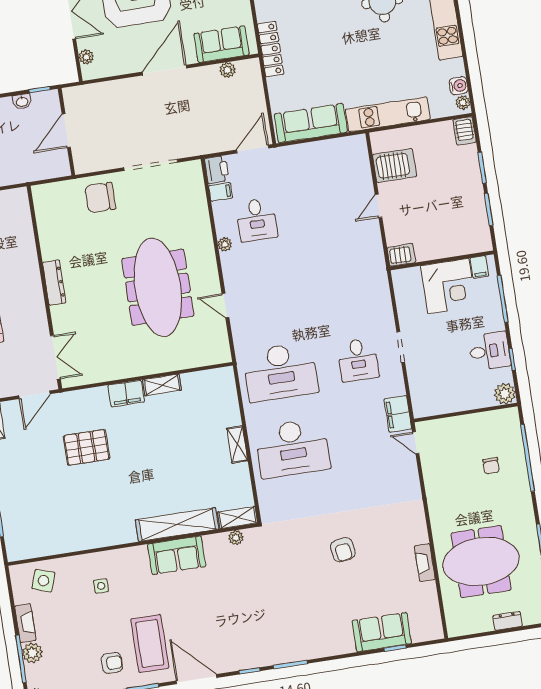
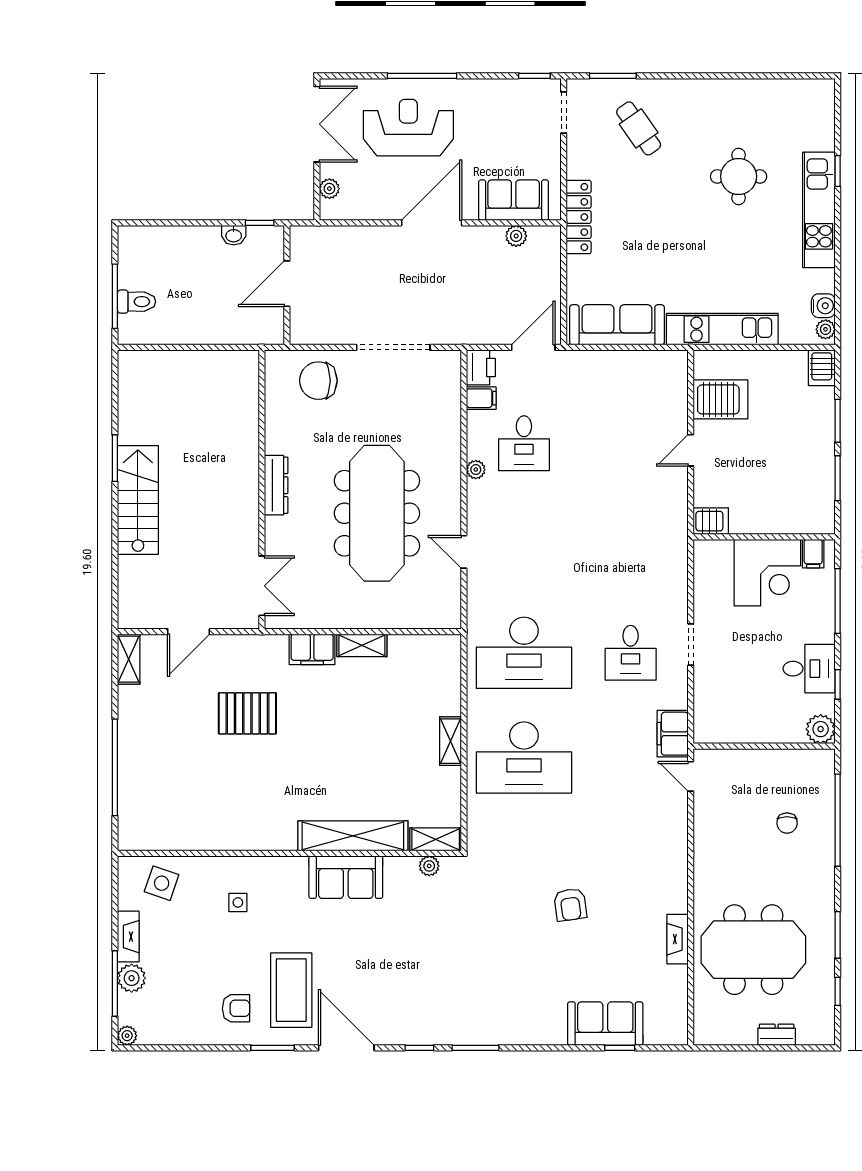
dresser: (54, 283) -> (276, 485), moved
wall: (44, 287) -> (262, 490), moved
double door: (55, 357) -> (262, 586), moved

